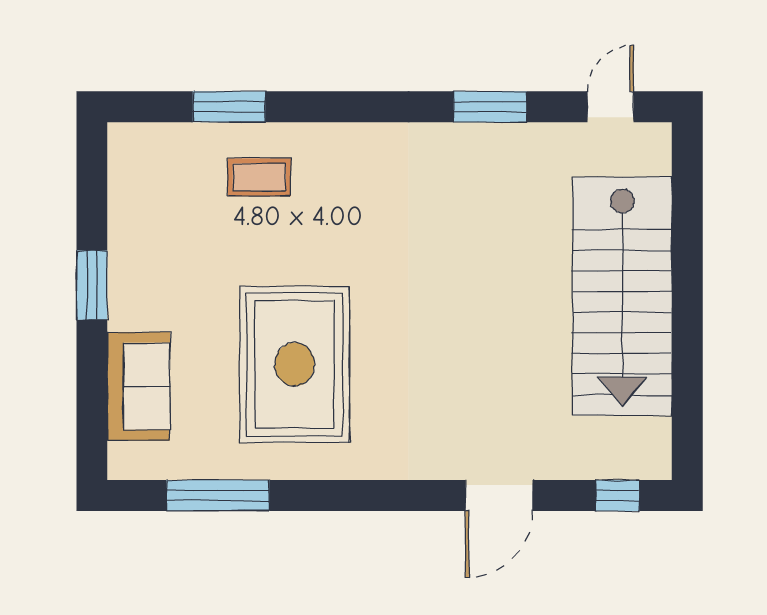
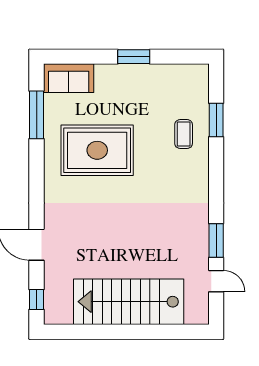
door: (610, 107) -> (216, 281), moved
sofa: (139, 386) -> (69, 78), moved

